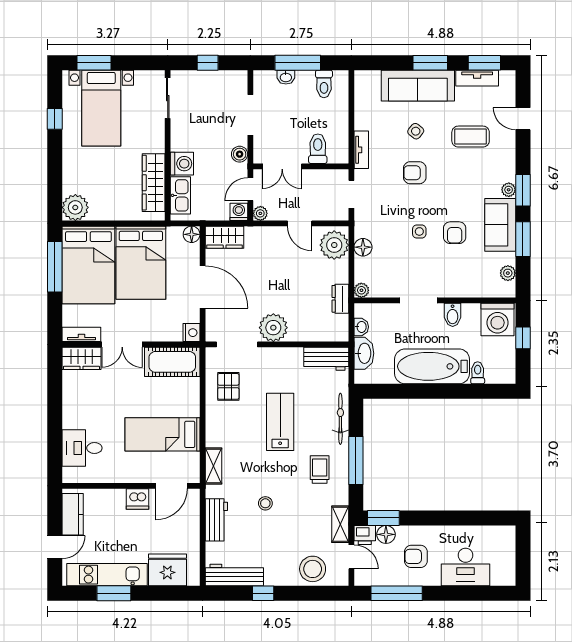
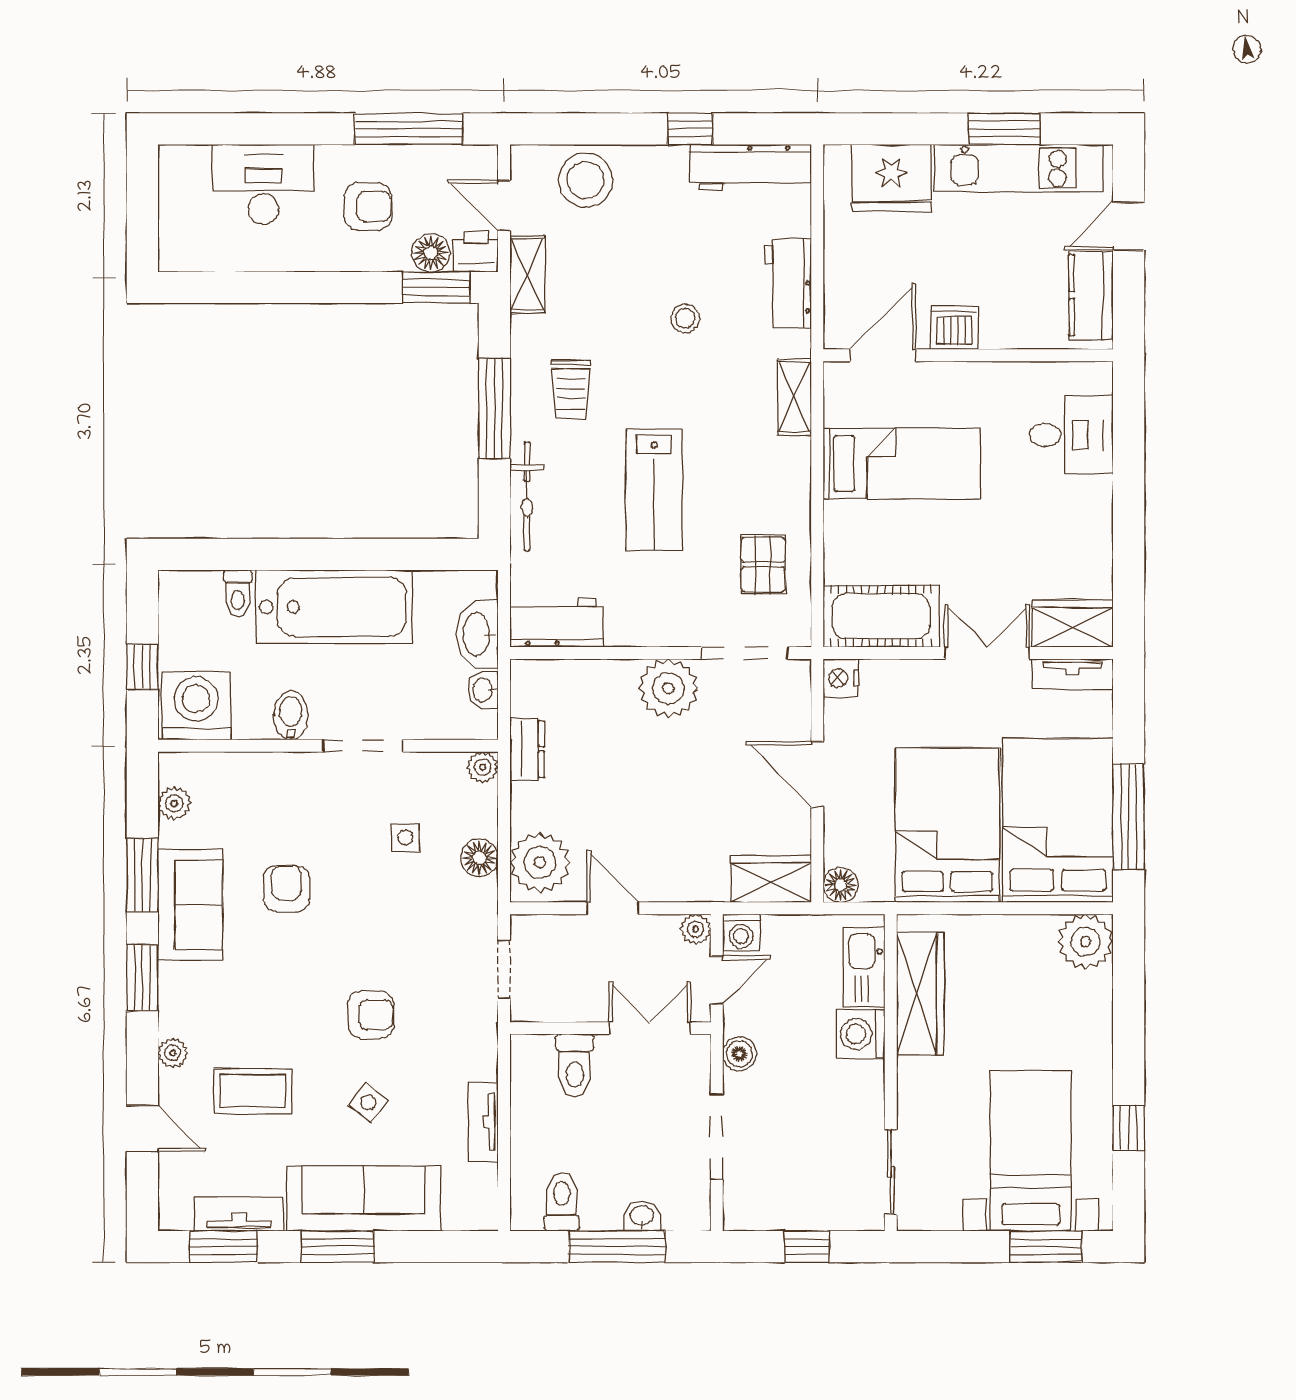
tv unit: (361, 150) -> (483, 1122), moved
plant: (509, 190) -> (173, 1053), moved
side table: (419, 231) -> (405, 838), moved
door: (203, 287) -> (817, 774), width x0.73

